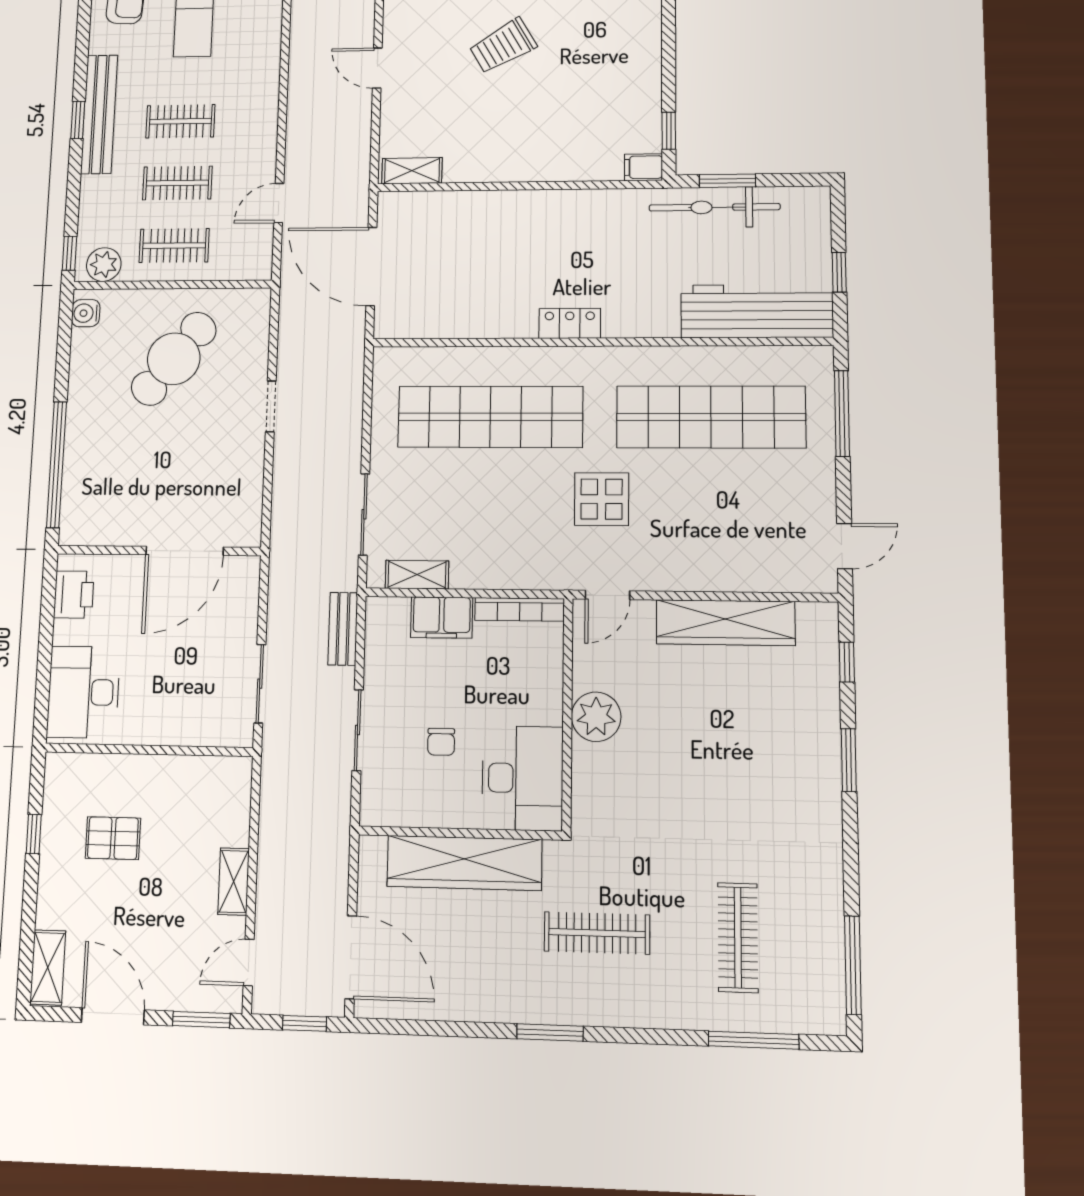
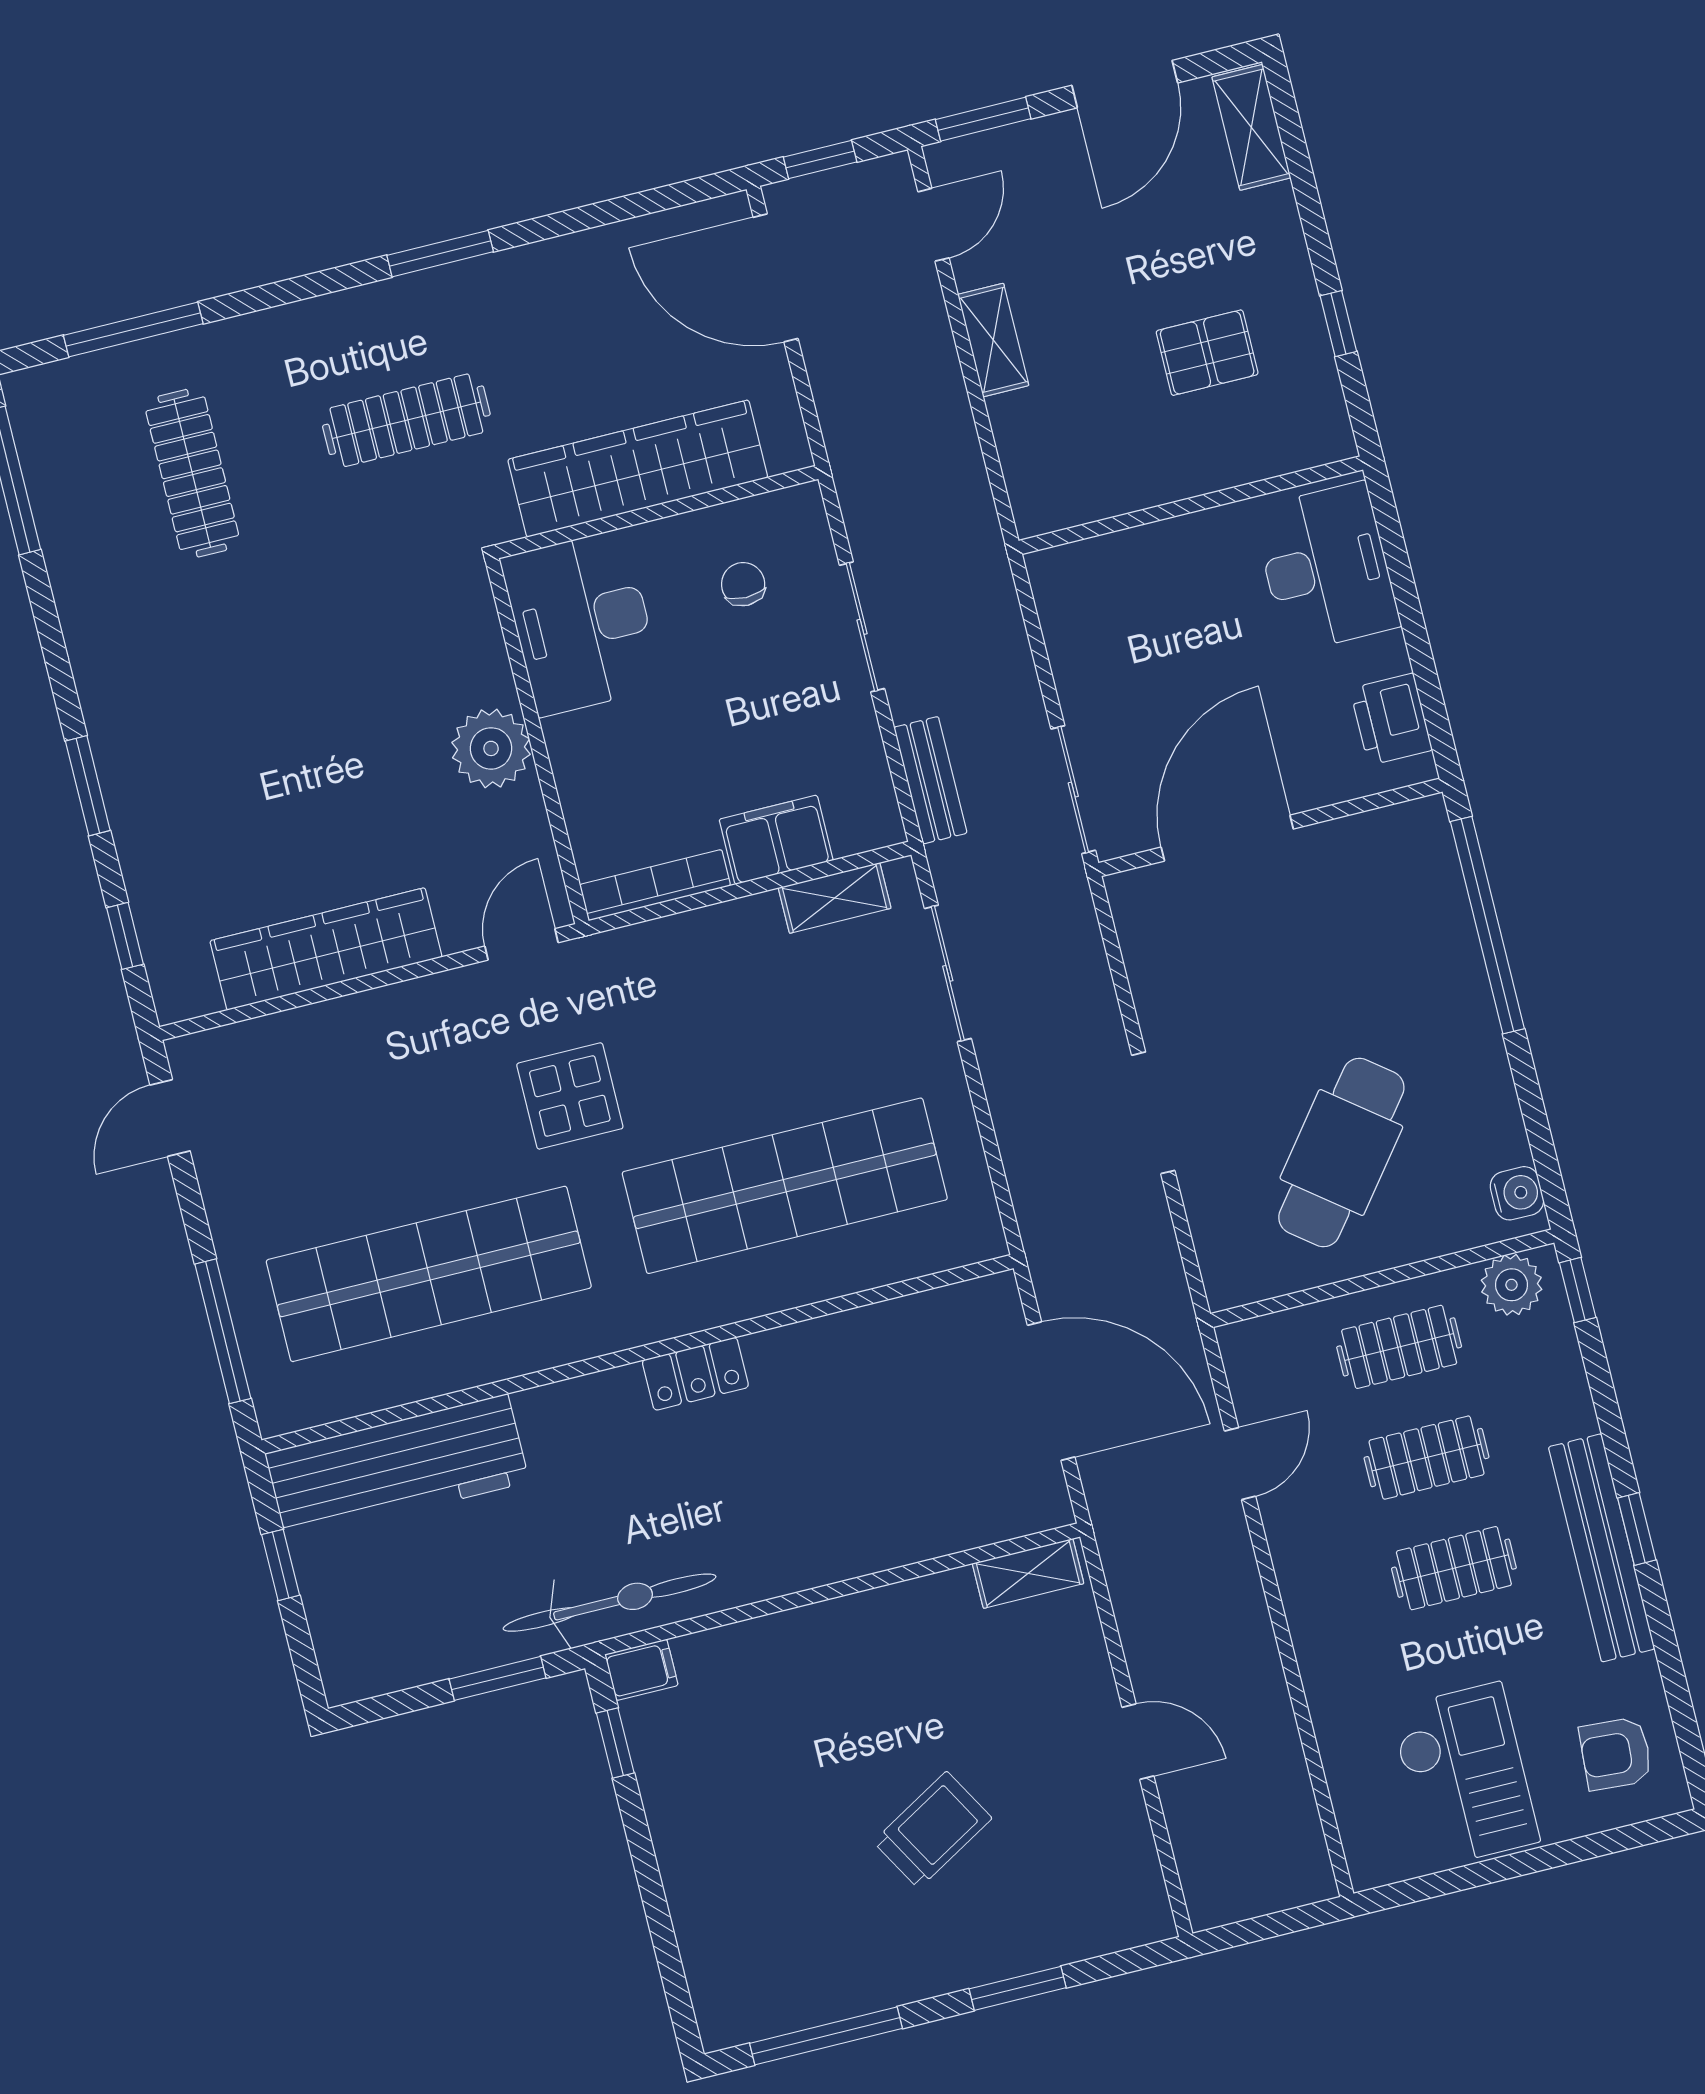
bicycle: (714, 207) -> (609, 1603), moved
doorway: (271, 406) -> (1153, 1113), width x1.38
sliding door: (260, 684) -> (1073, 790), moved
chair: (441, 742) -> (743, 584), moved
door: (113, 1016) -> (1125, 84), hinge flipped

